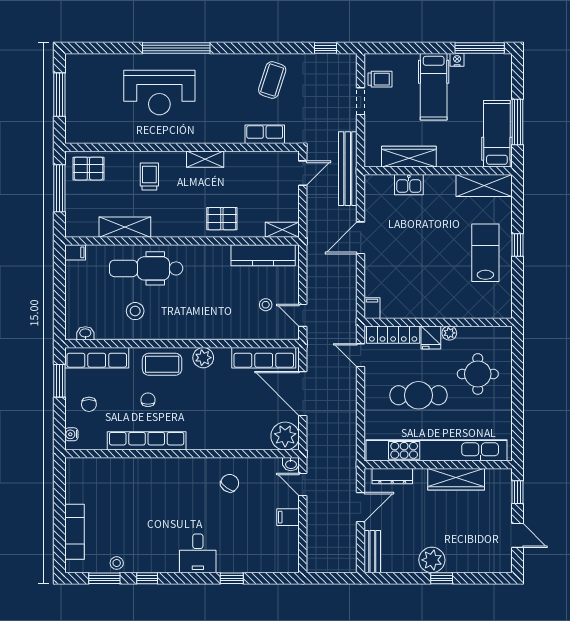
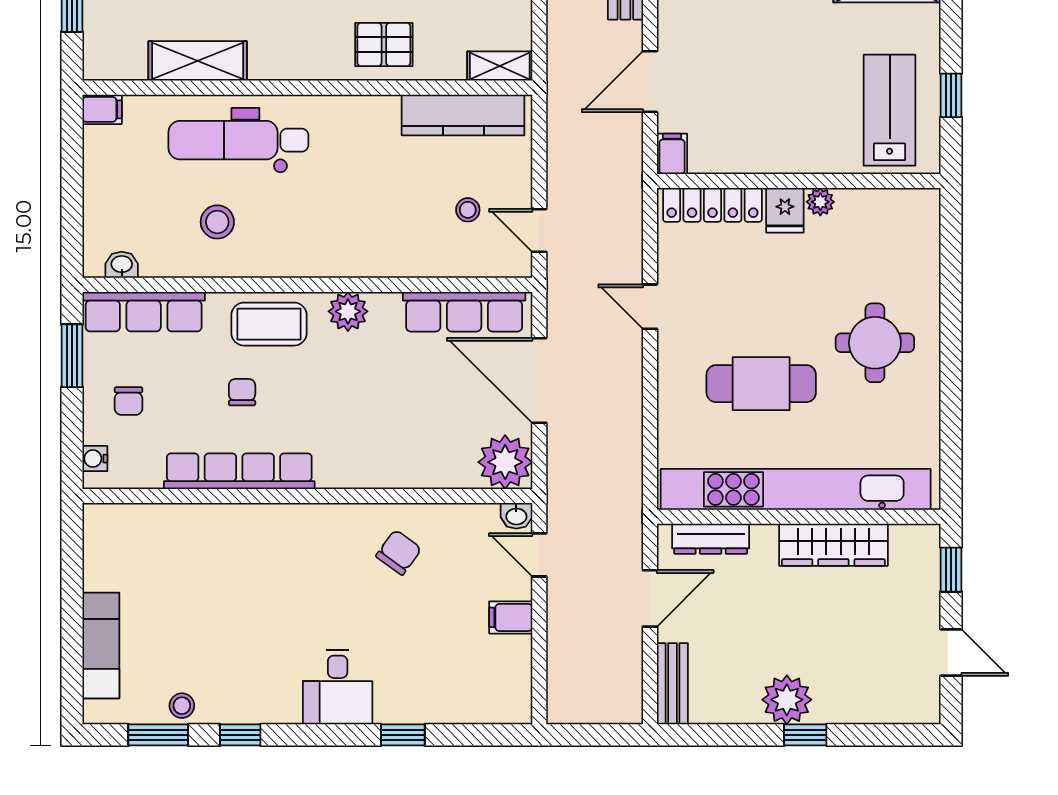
filing cabinet: (372, 308) -> (672, 154), moved
wall: (438, 322) -> (799, 181), moved
plant: (449, 333) -> (820, 202), moved
locker: (393, 335) -> (712, 205), moved
fridge: (431, 337) -> (785, 210), moved

